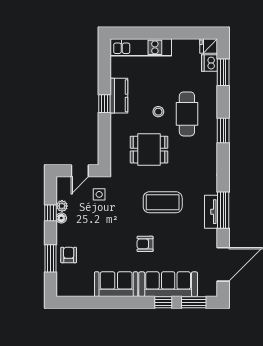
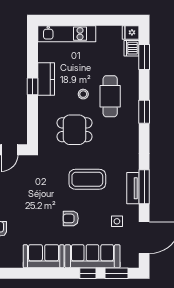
side table: (99, 194) -> (117, 221), moved

